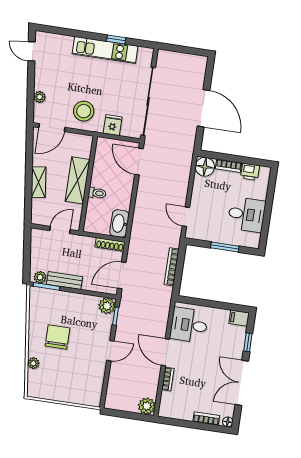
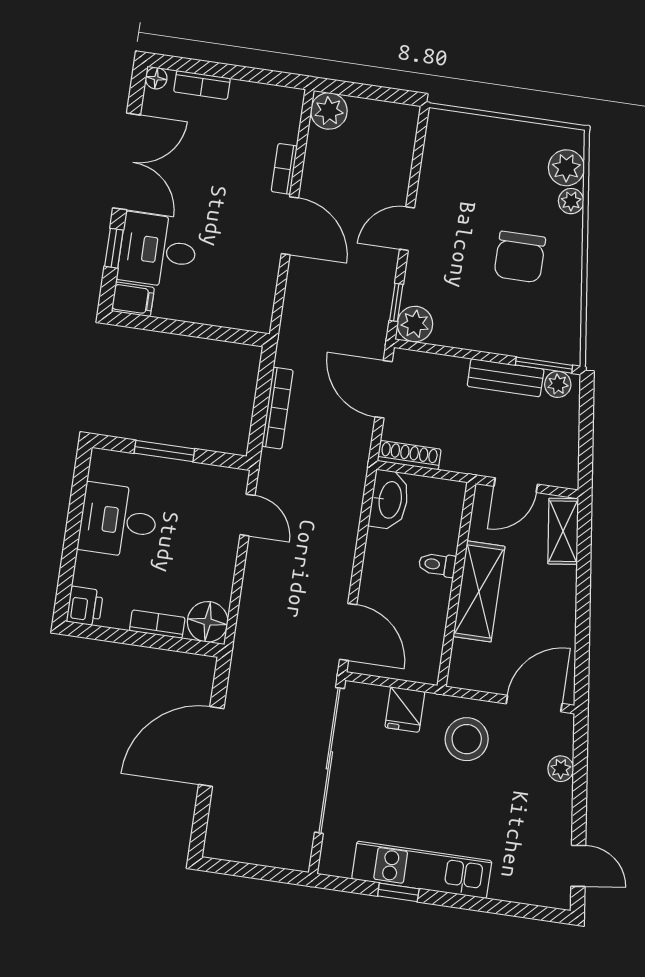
door: (203, 108) -> (211, 747), hinge flipped
printer: (250, 172) -> (85, 606), moved, turned 90
shelving: (39, 182) -> (563, 531), moved
door: (122, 275) -> (384, 389), swing flipped
desk: (189, 325) -> (158, 250), moved, turned 180
plant: (36, 379) -> (566, 168), added

